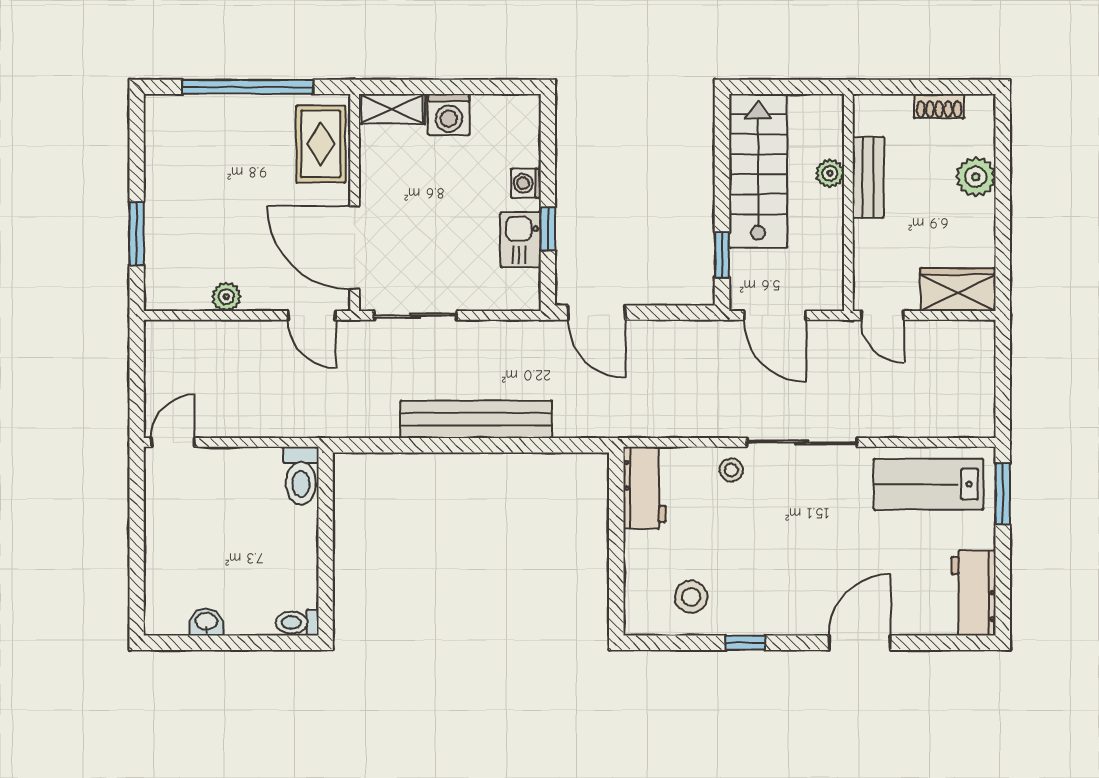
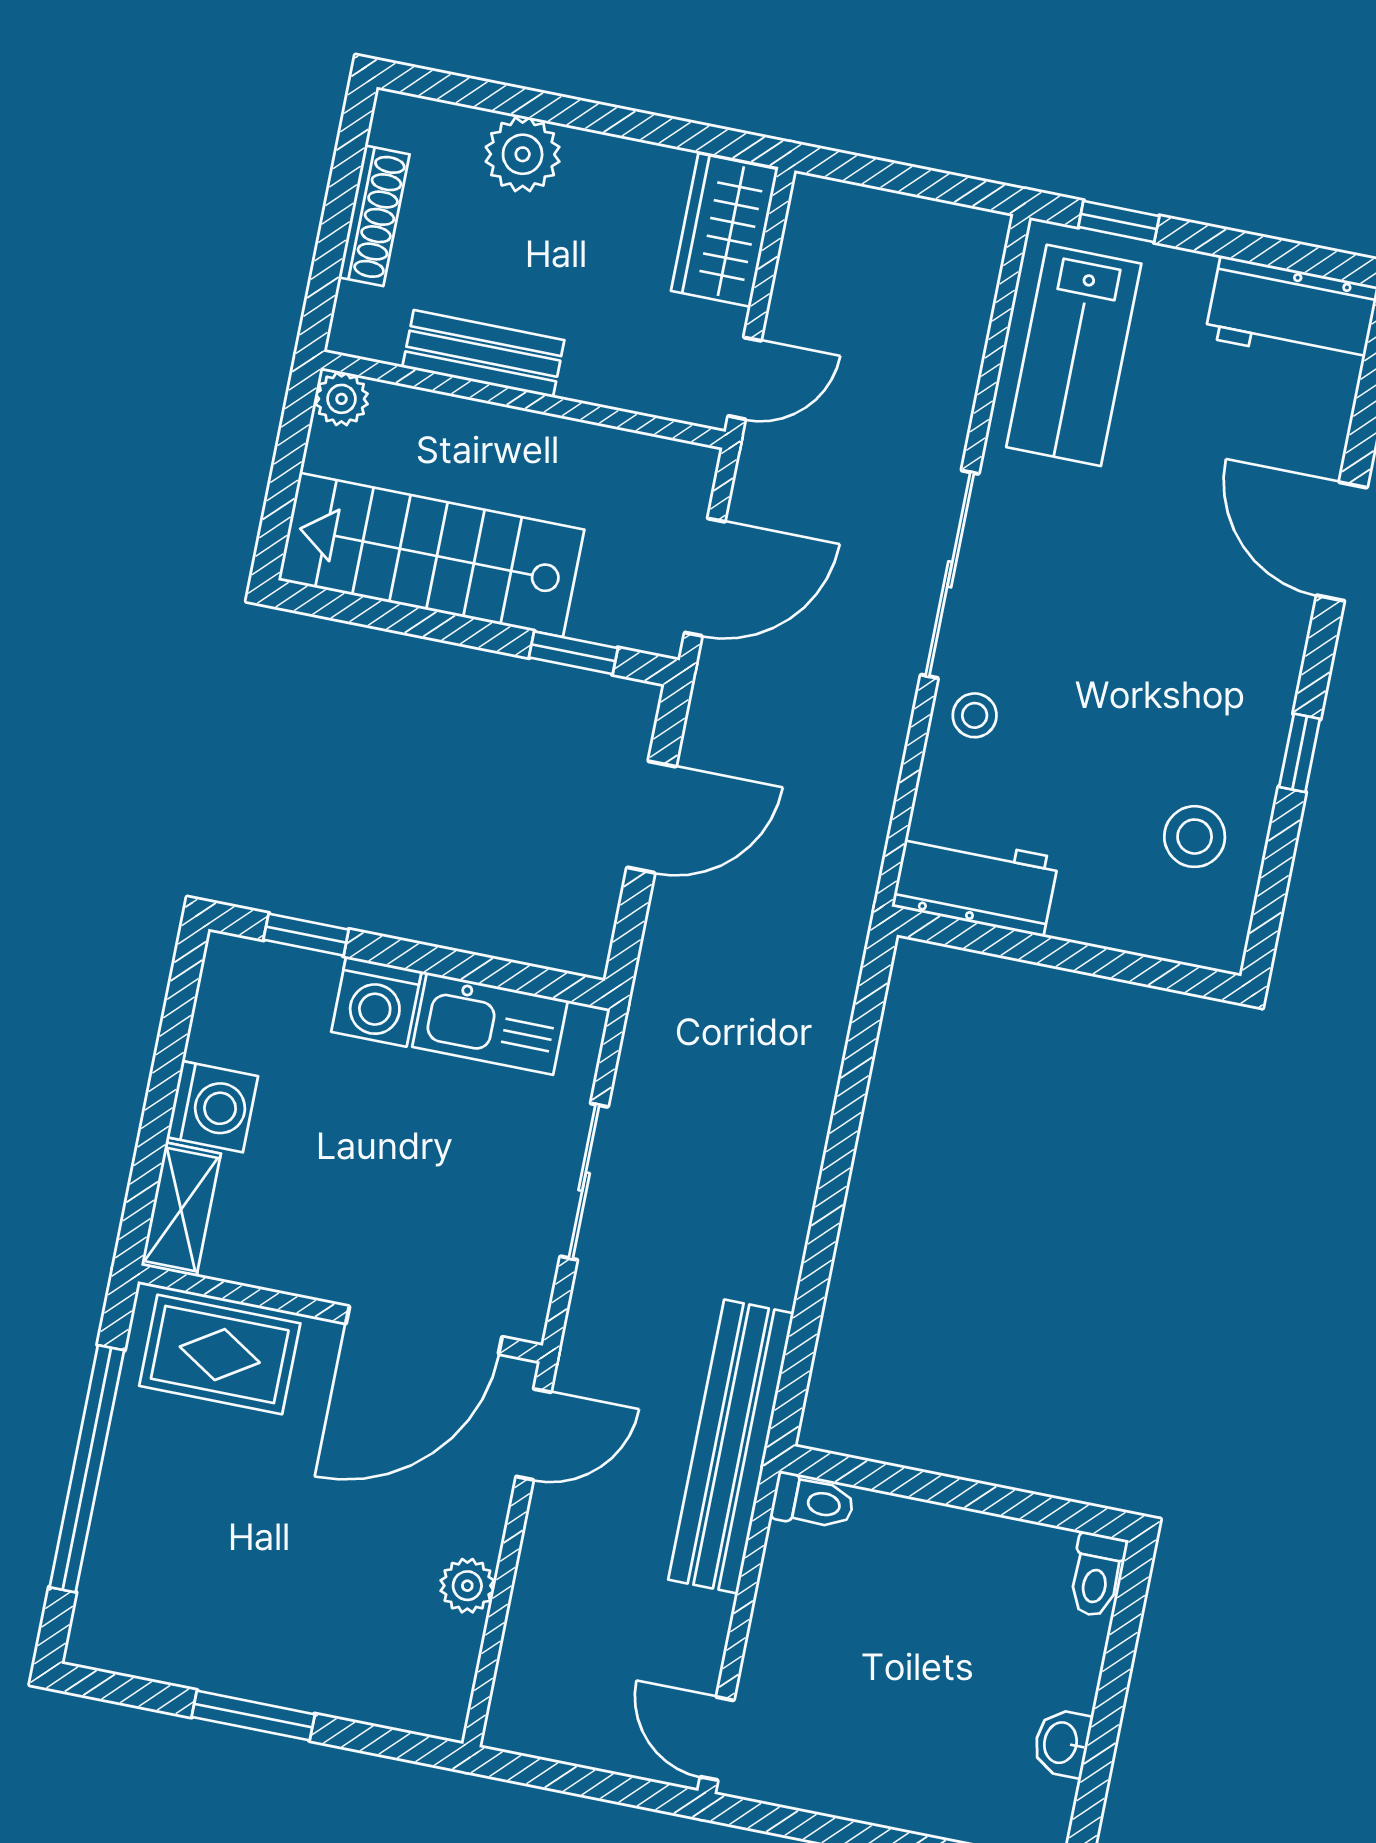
shoe rack: (939, 106) -> (374, 216), width x1.43
plant: (830, 173) -> (341, 399), moved
washing machine: (526, 183) -> (376, 1002), width x1.38, depth x1.38
window: (548, 229) -> (306, 935), moved
window: (137, 233) -> (253, 1716), moved
kitchen sink: (521, 240) -> (490, 1024), width x1.38
door: (597, 313) -> (651, 817), moved
sliding door: (415, 315) -> (584, 1182), moved
bench: (476, 419) -> (731, 1446), moved
toilet: (301, 476) -> (813, 1502), width x0.73, depth x0.72
window: (1003, 494) -> (1119, 221), width x0.67

